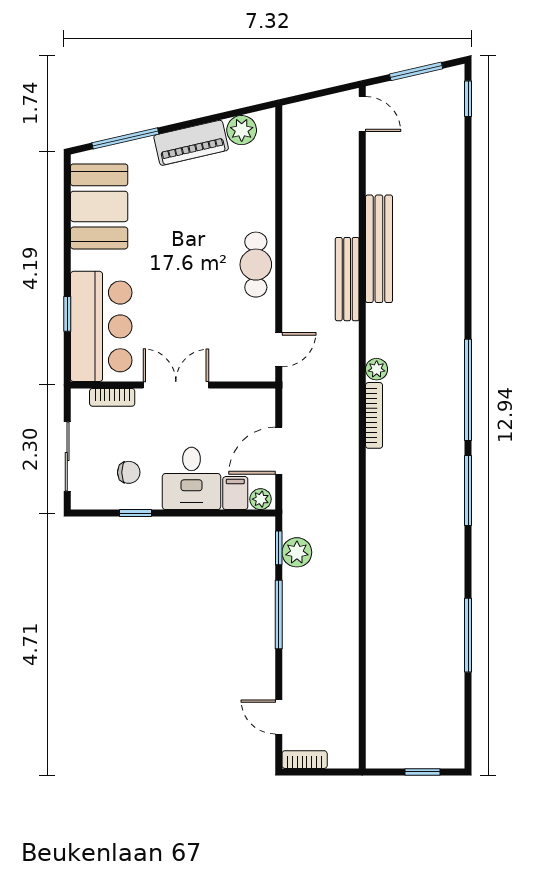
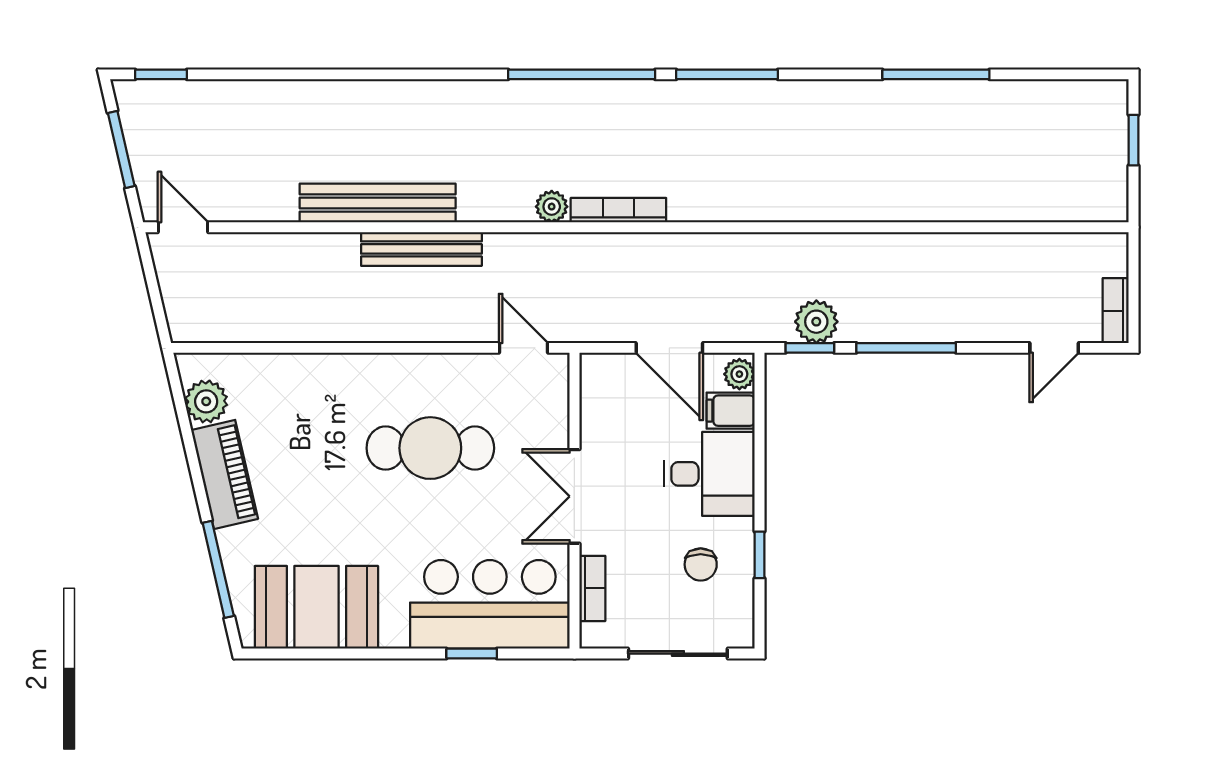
door: (362, 114) -> (183, 227), hinge flipped
cafe table: (256, 265) -> (430, 448), moved, width x1.37, depth x1.35
chair: (129, 472) -> (701, 564), turned 180

